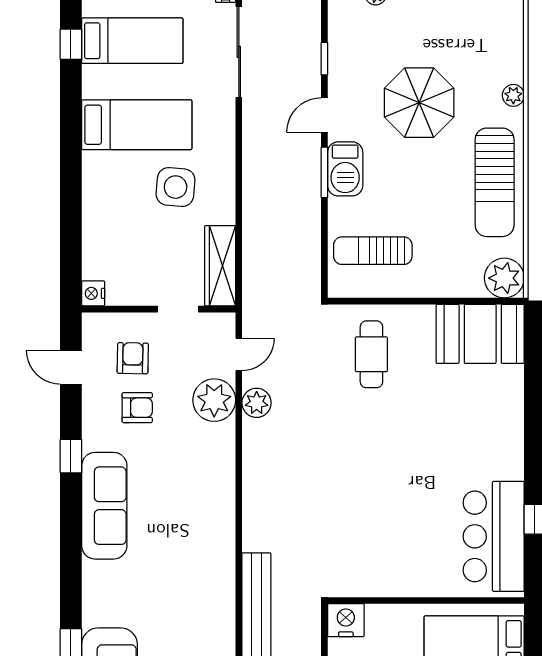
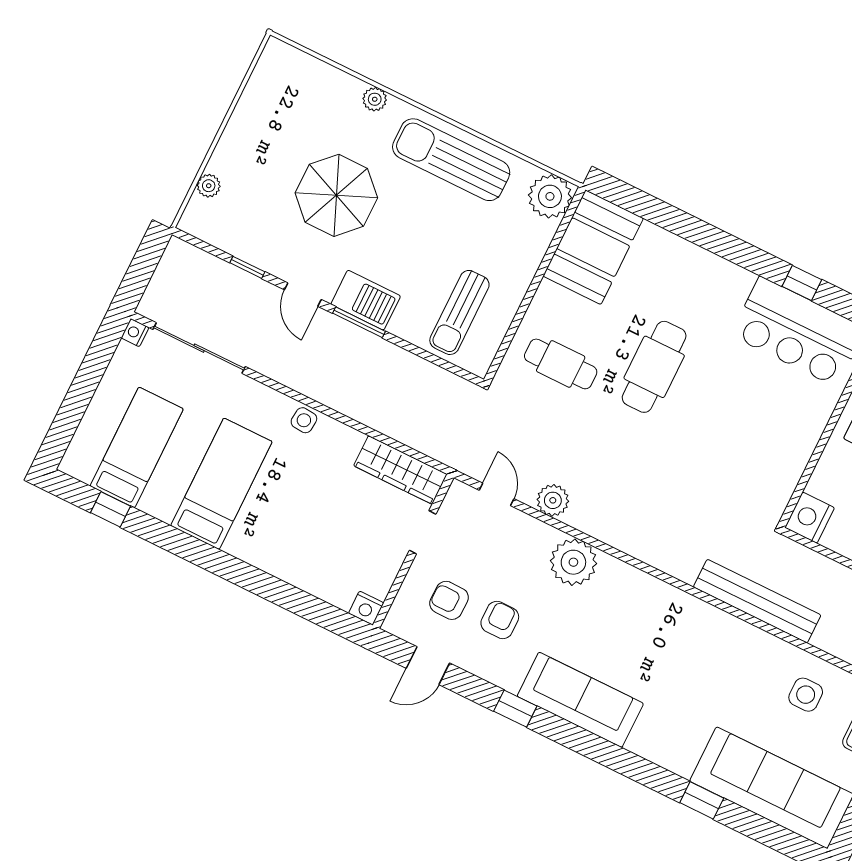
sun lounger: (495, 182) -> (451, 160), turned 180
side table: (176, 187) -> (304, 420), moved, width x0.54, depth x0.54
plant: (214, 400) -> (573, 562), moved
cafe table: (407, 432) -> (654, 367), added

